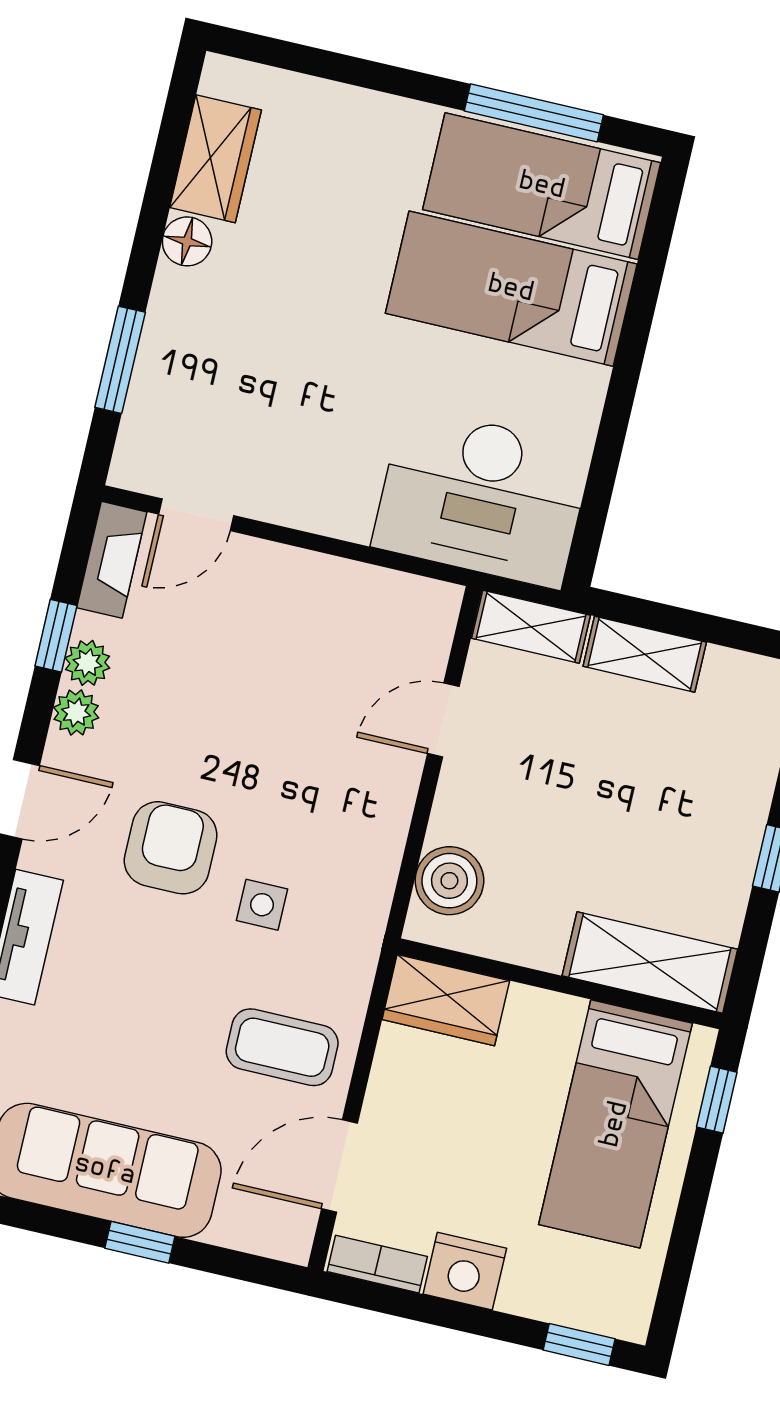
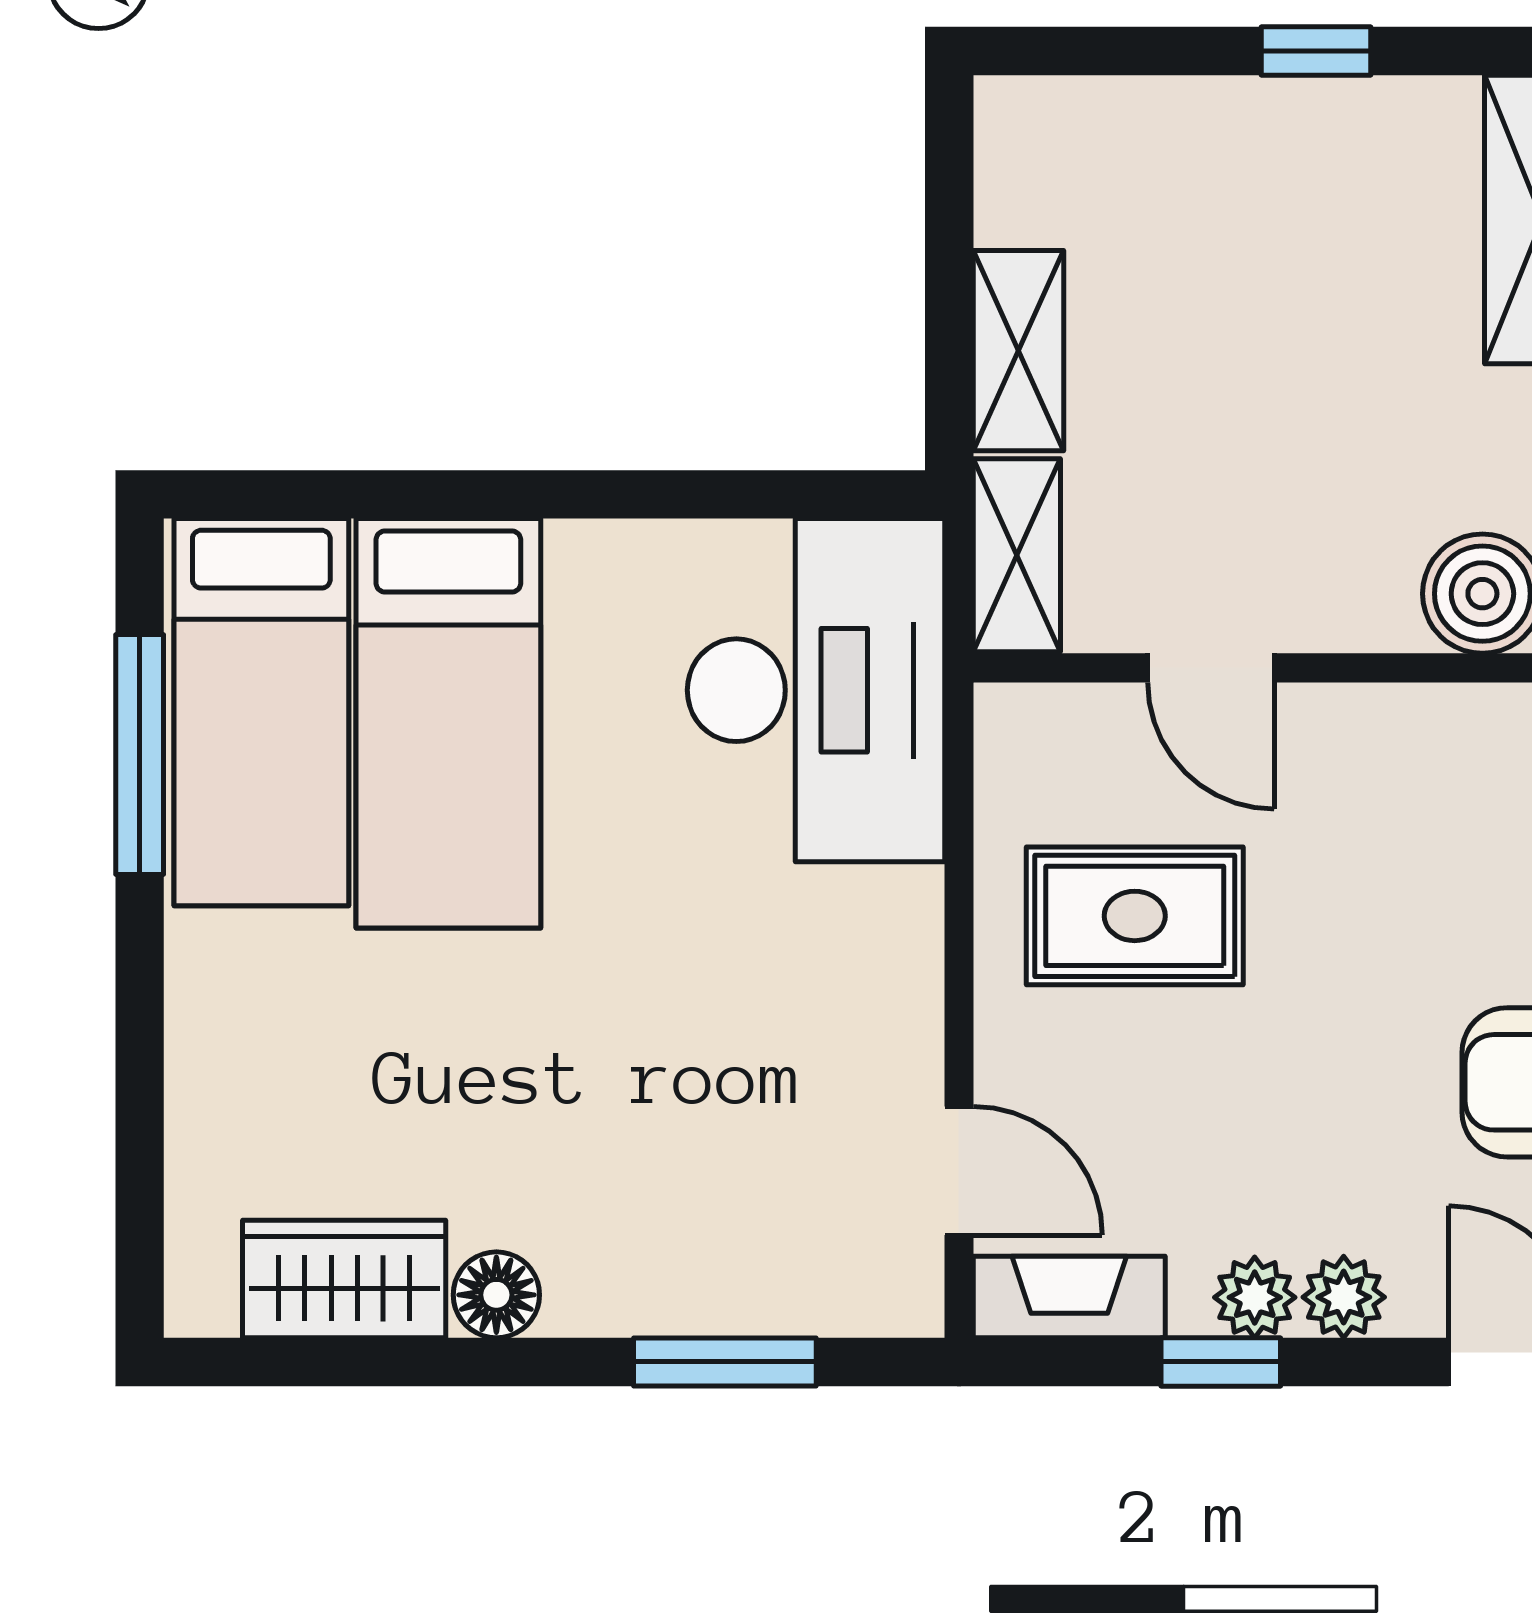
rug: (315, 646) -> (1135, 916), added

